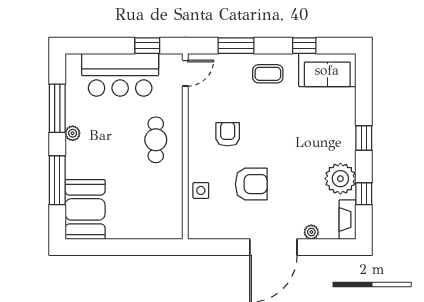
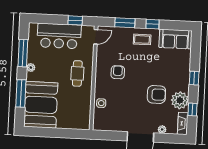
window: (304, 46) -> (153, 24), moved
armchair: (251, 184) -> (156, 95), moved
booth: (85, 209) -> (41, 105), width x1.36, depth x1.42

